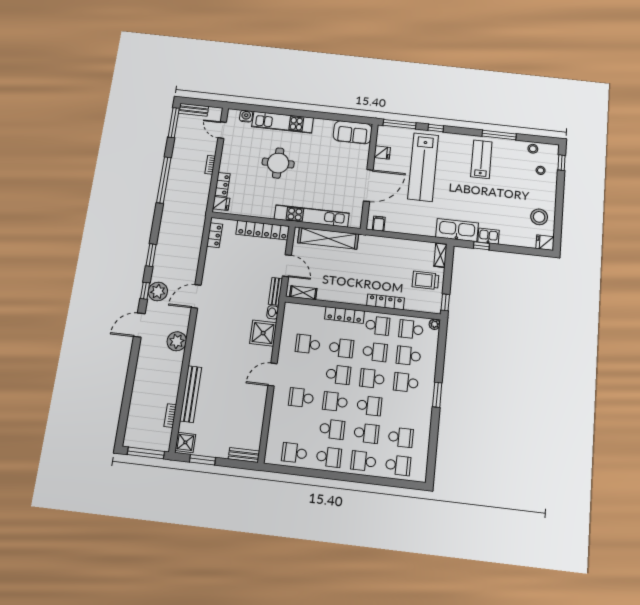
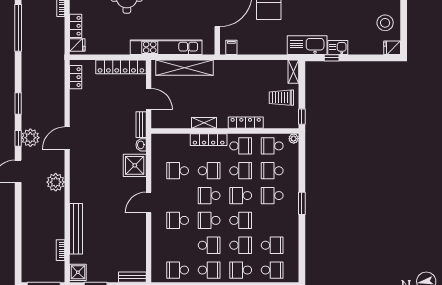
shelving: (303, 293) -> (204, 123), moved
school desk: (338, 375) -> (209, 196), turned 180

